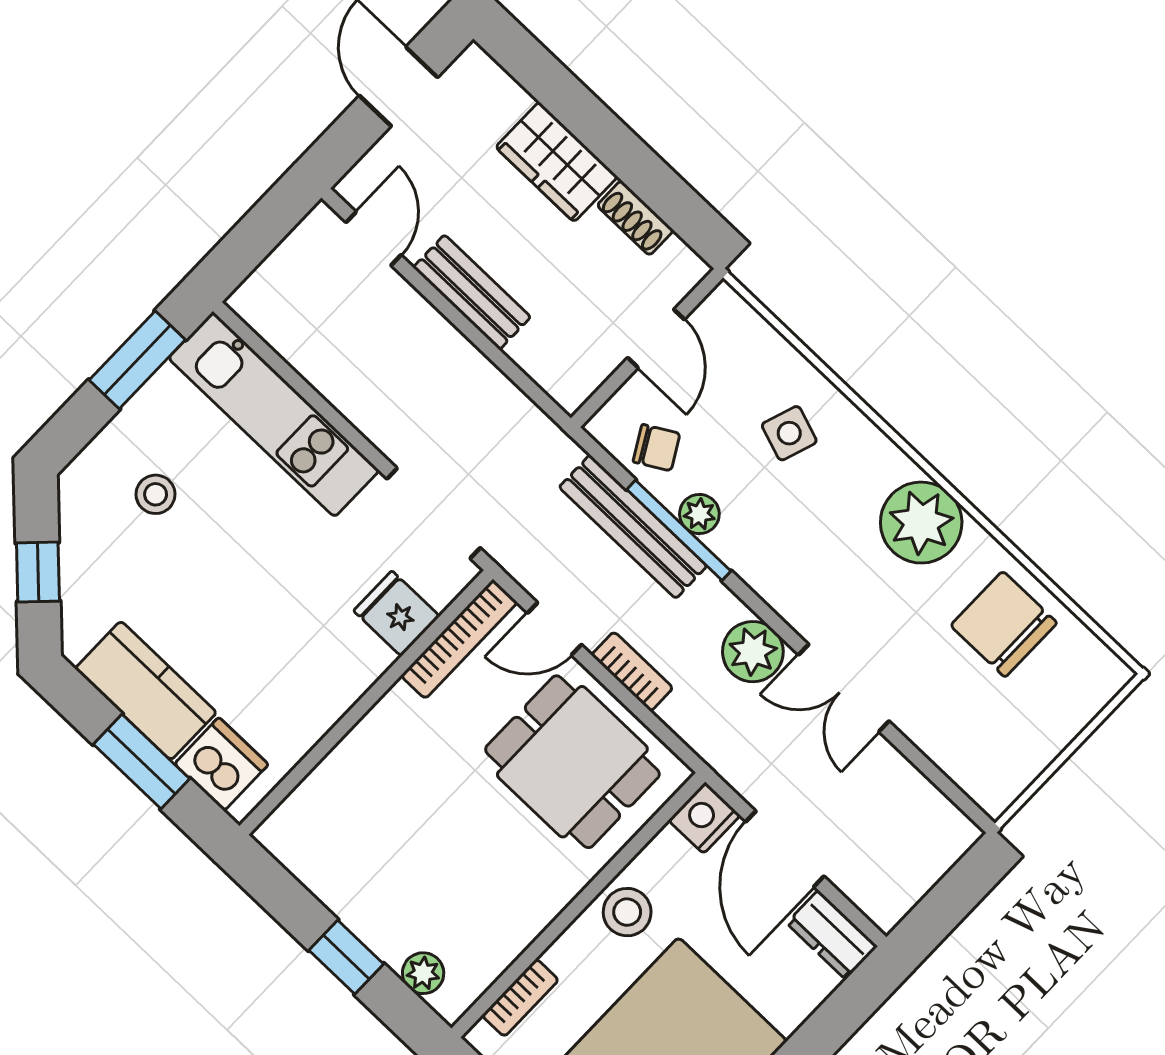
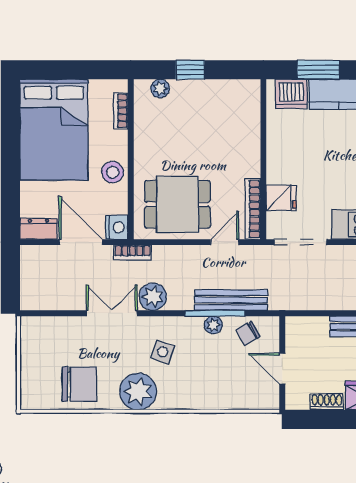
side table: (789, 433) -> (163, 352), moved
bookcase: (632, 671) -> (133, 252), moved

